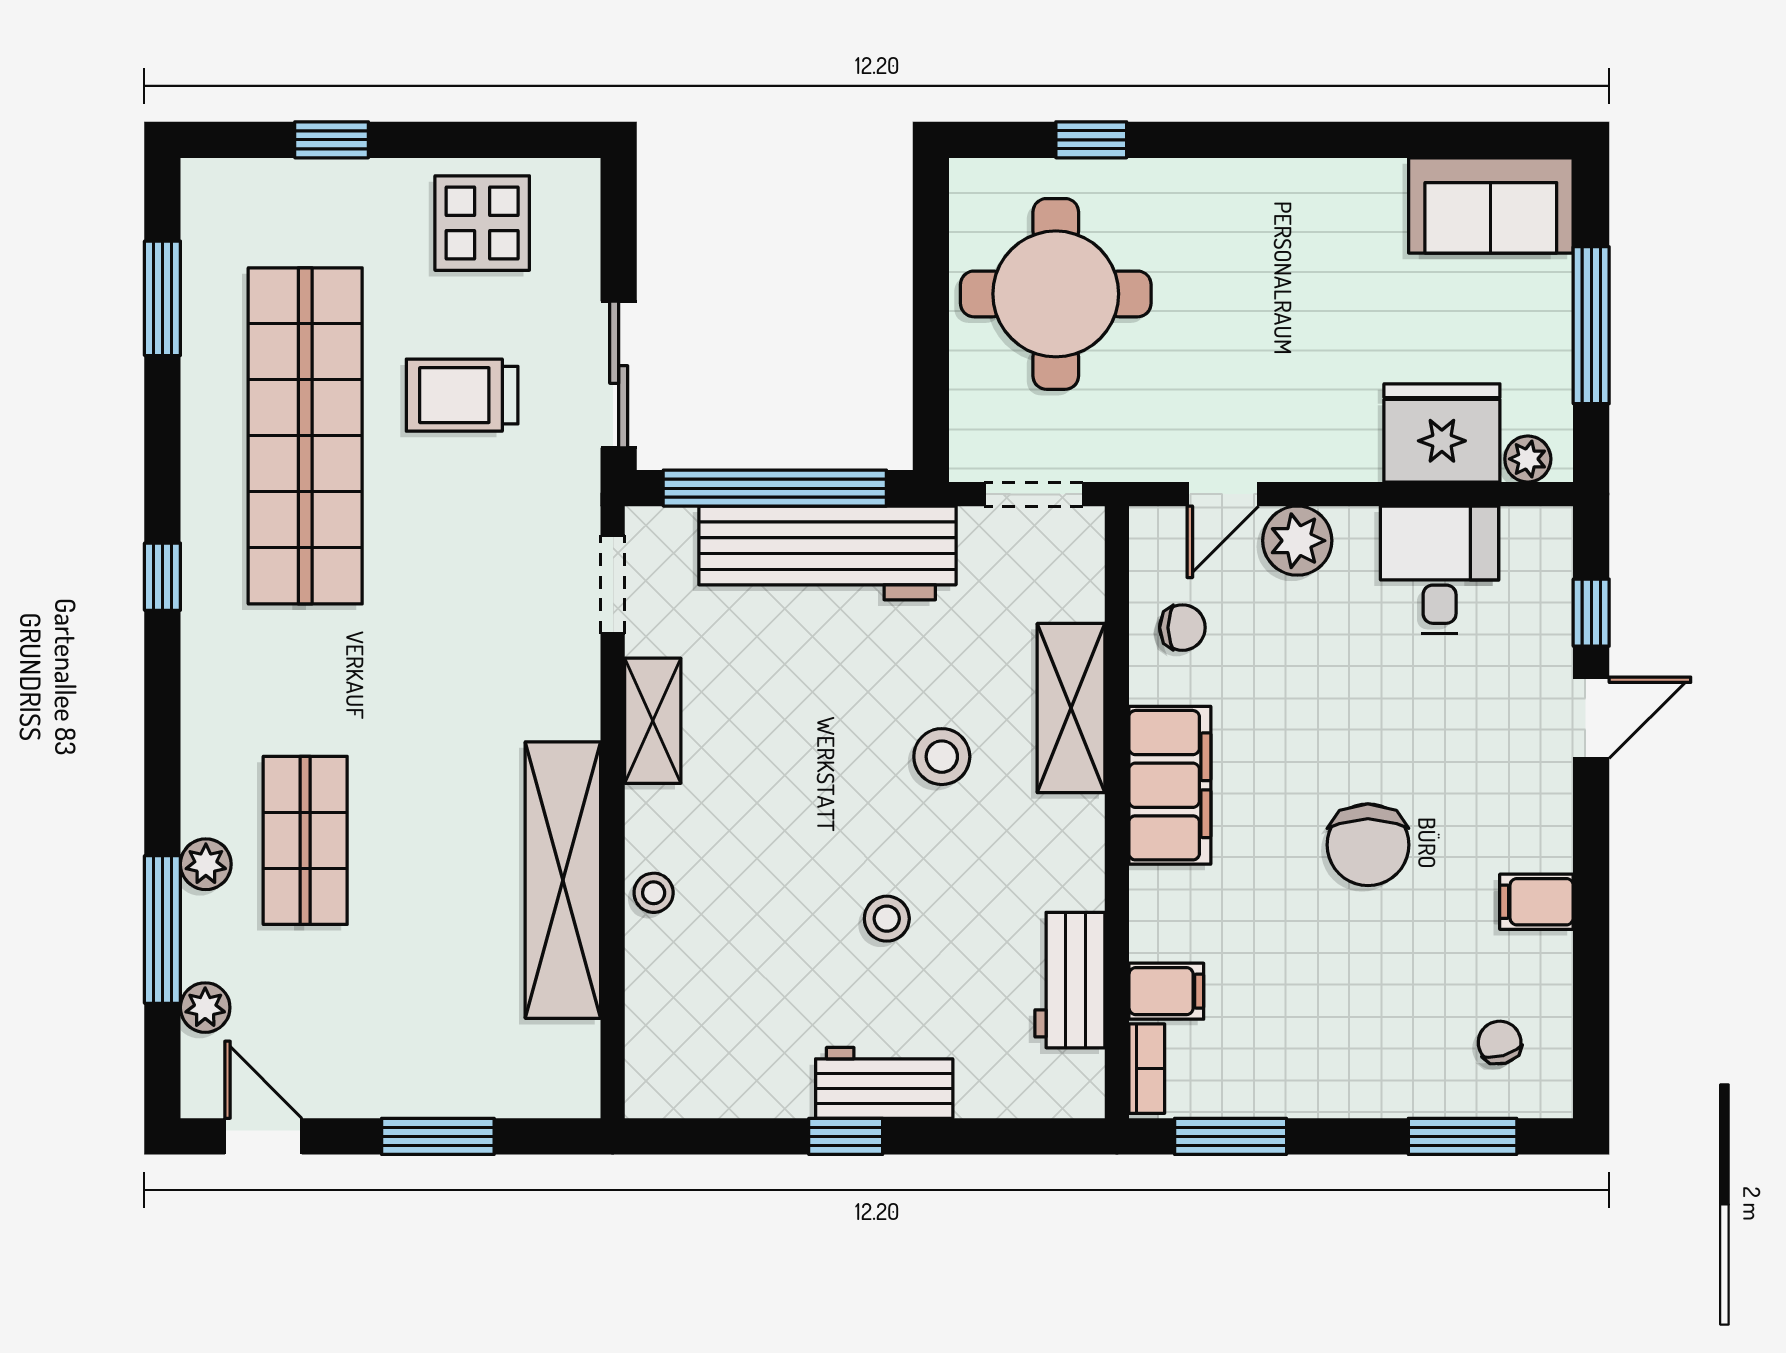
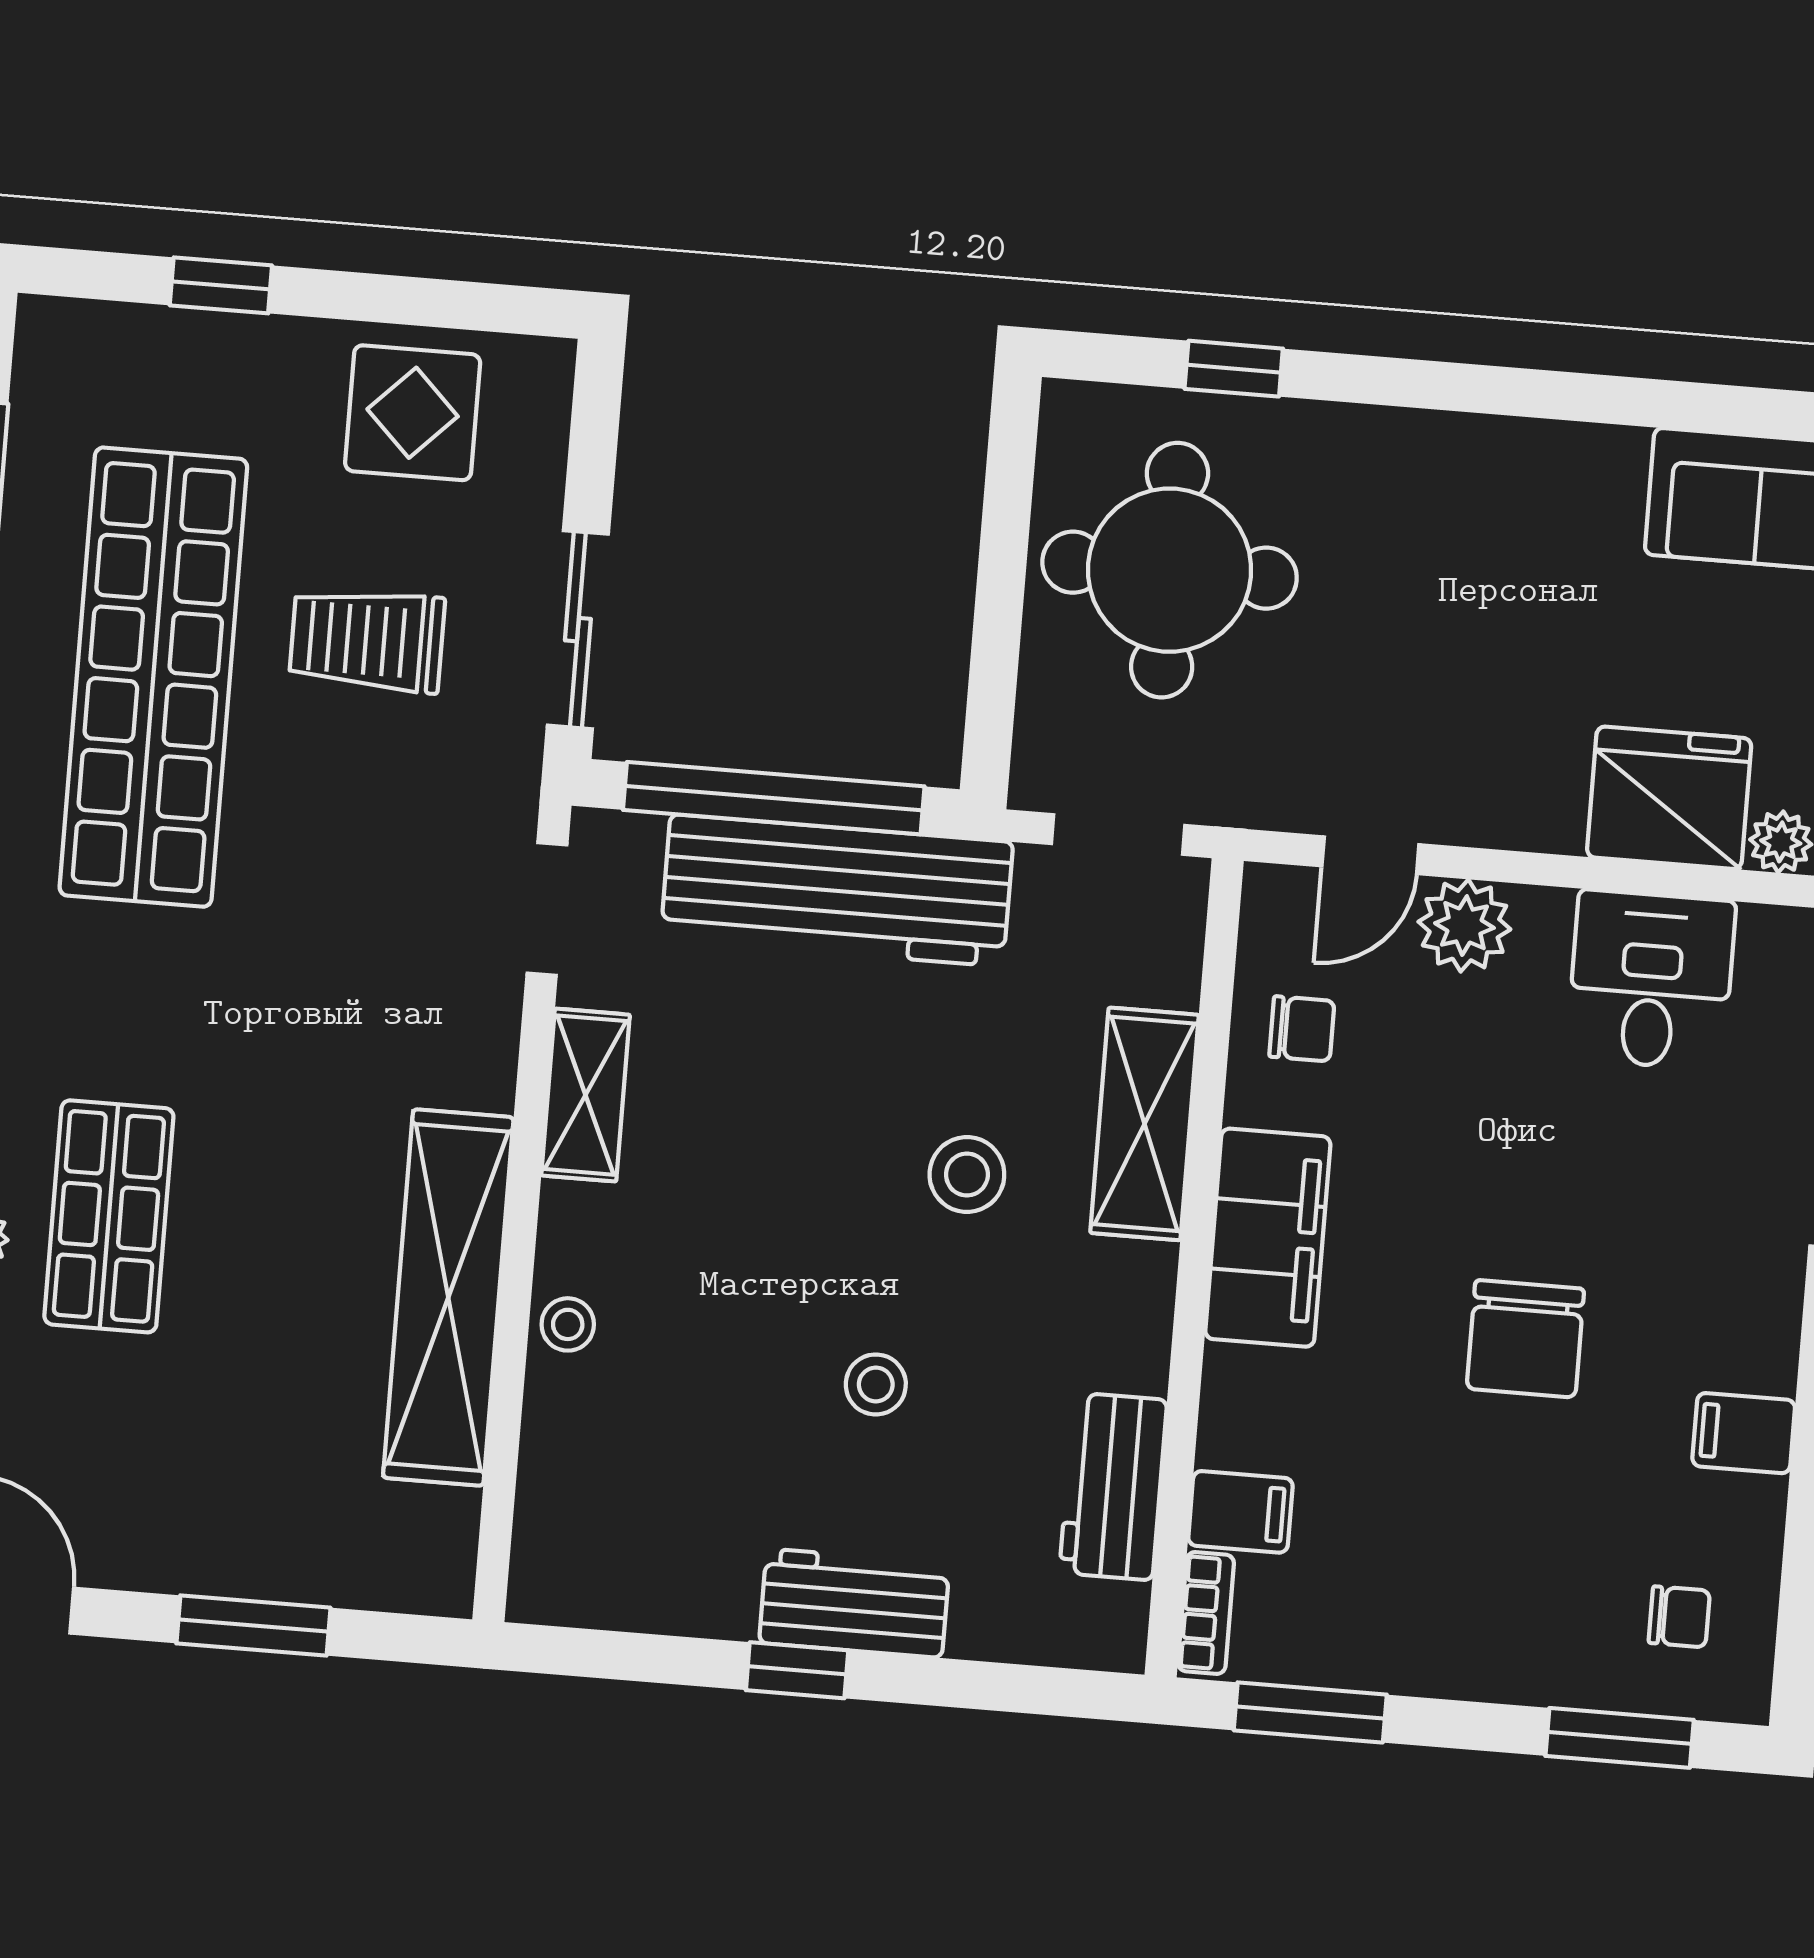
chair: (1500, 1043) -> (1679, 1617), turned 106

